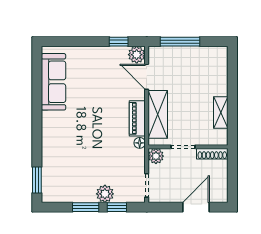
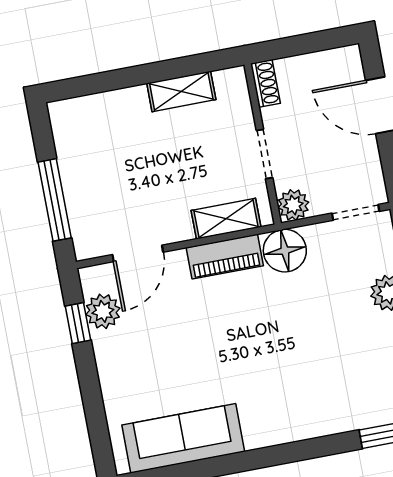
plant: (137, 55) -> (103, 311), moved
shelving: (158, 114) -> (226, 219), width x0.67, depth x0.75
floor lamp: (140, 143) -> (285, 251), width x1.89, depth x1.89
shoe rack: (212, 154) -> (265, 83), width x0.70

